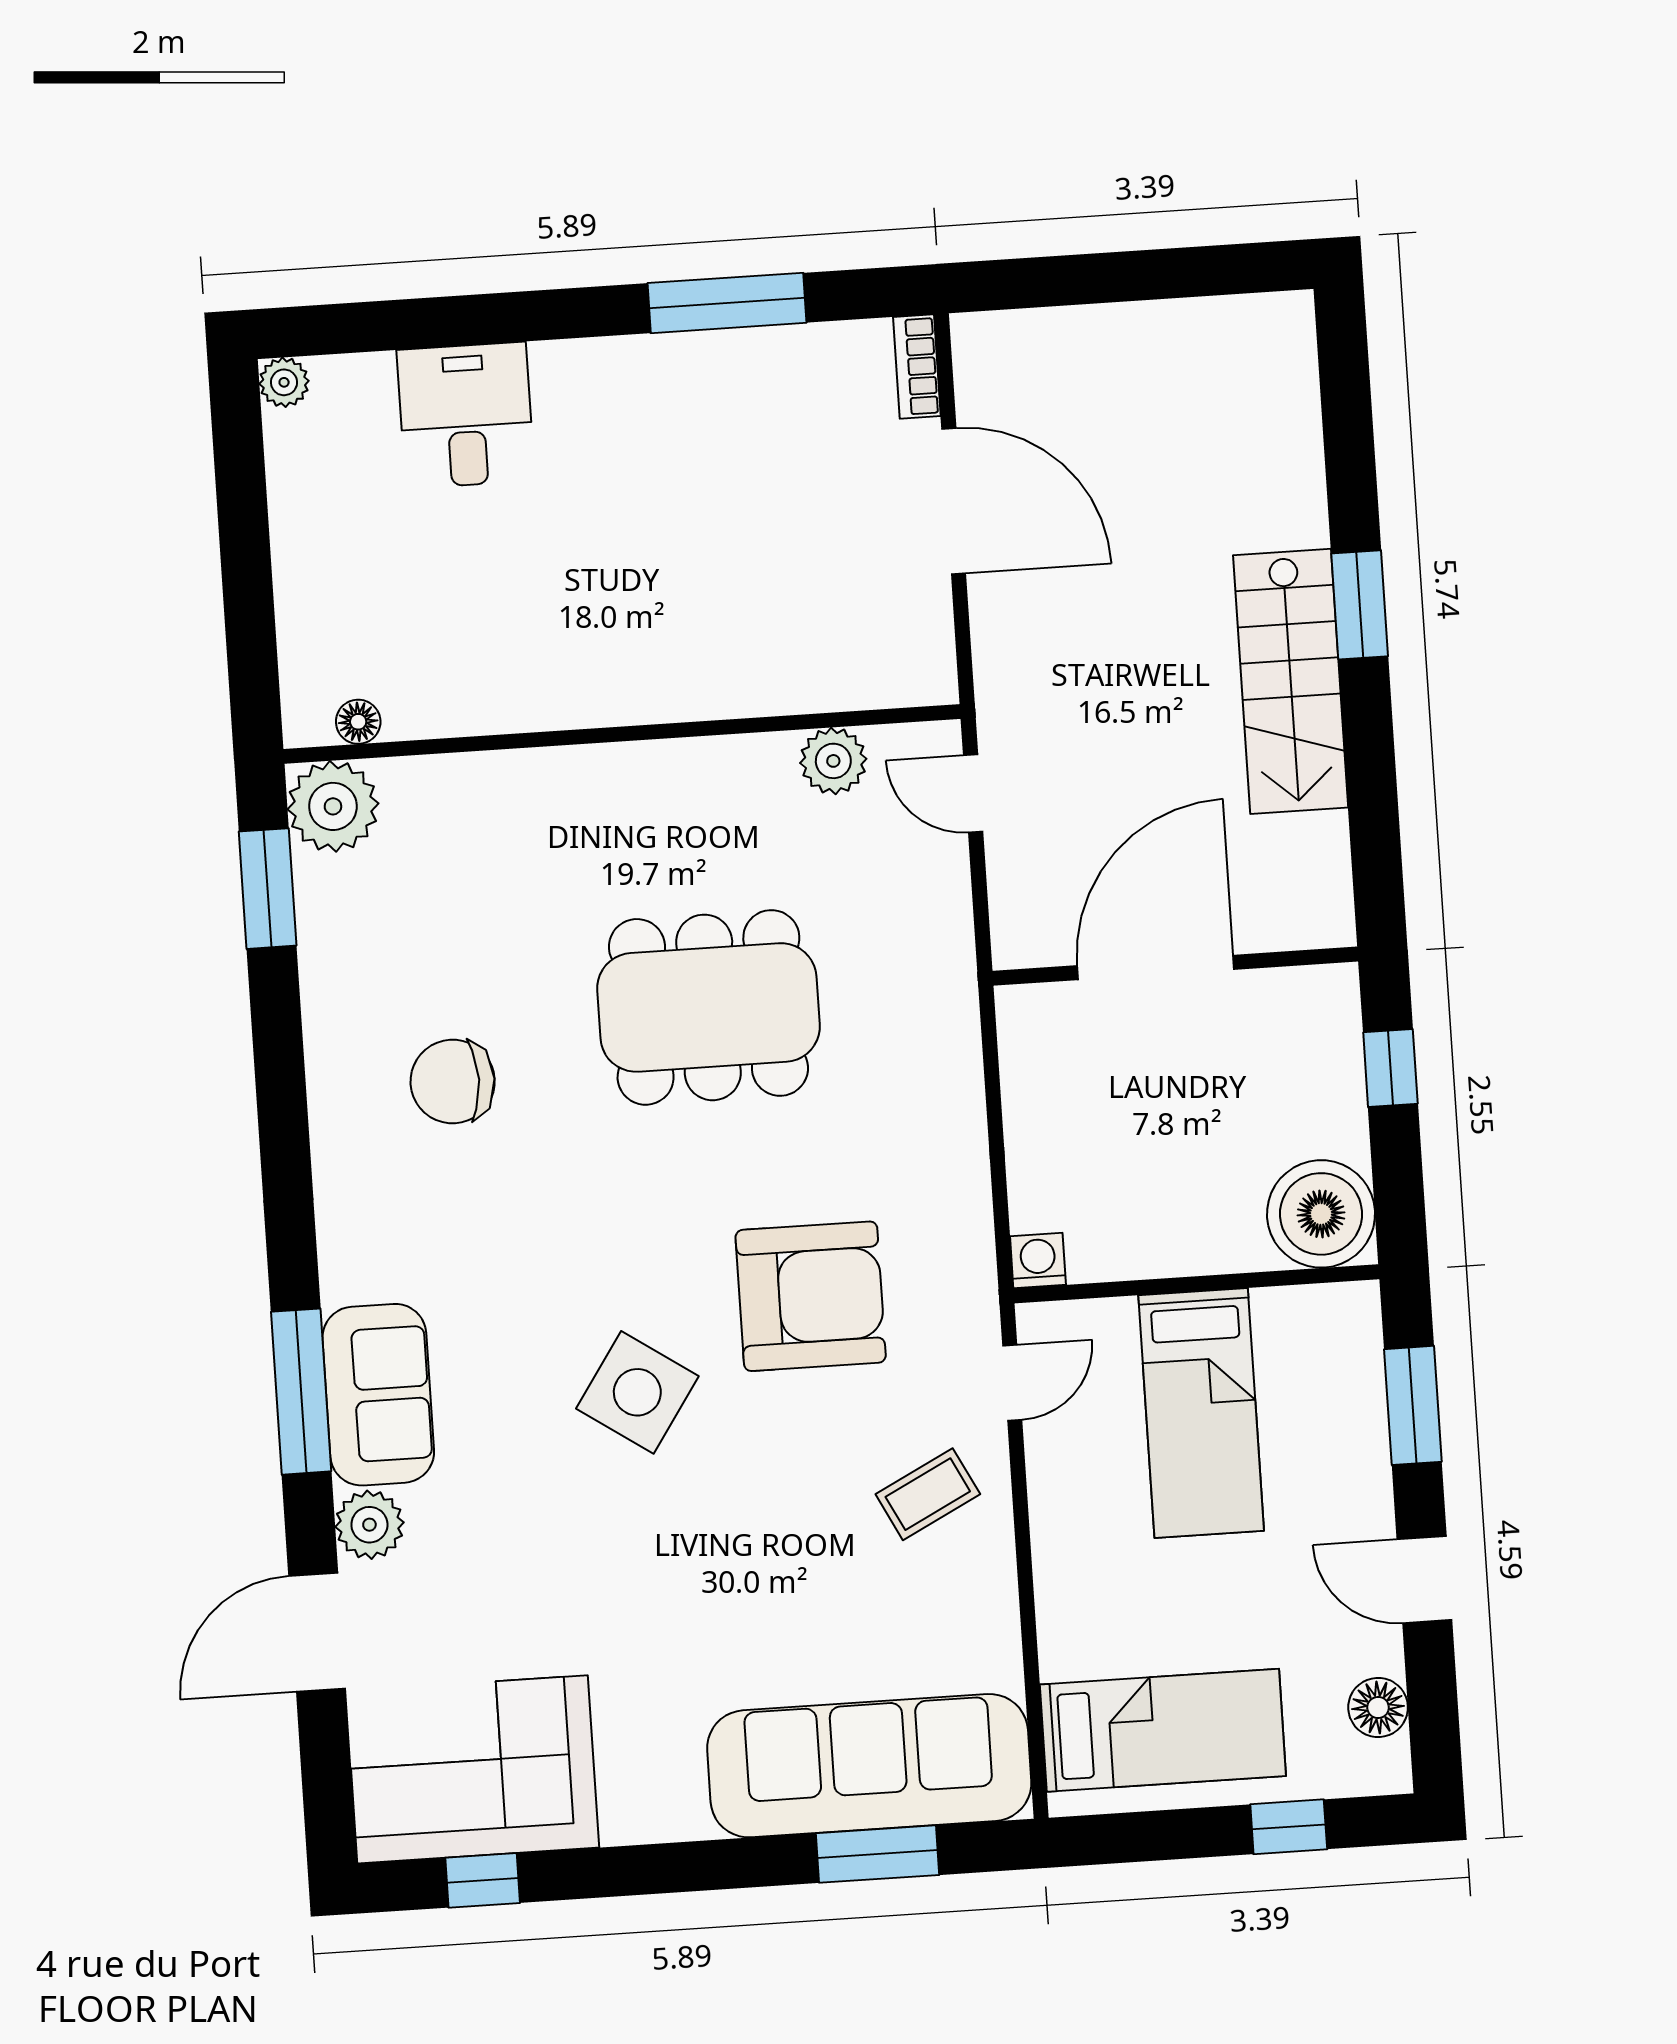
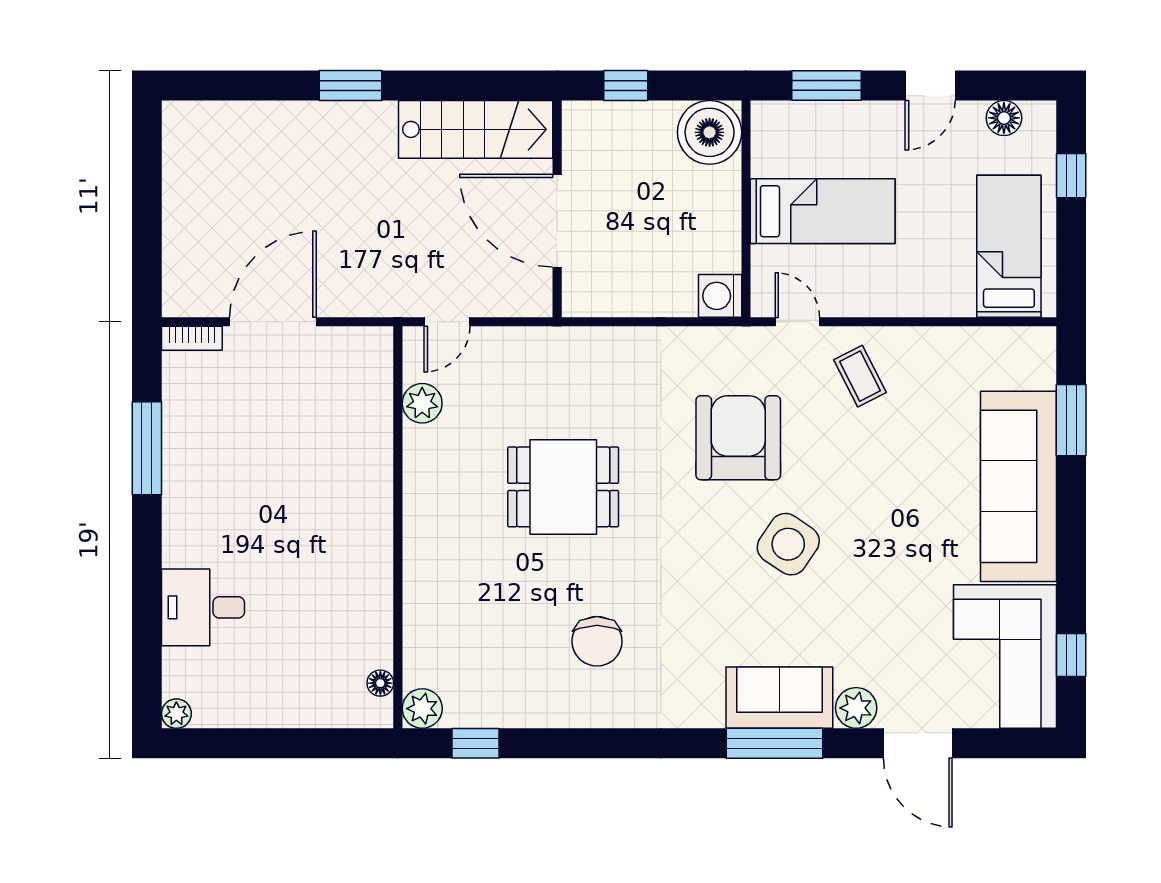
stairs: (1291, 681) -> (476, 129), moved
plant: (333, 806) -> (422, 709), width x0.73, depth x0.73
window: (268, 889) -> (475, 743), width x0.67
dining table: (708, 1007) -> (563, 487), width x0.73
washing machine: (1038, 1260) -> (720, 296), width x1.38, depth x1.38
sofa: (869, 1766) -> (1018, 486), moved

